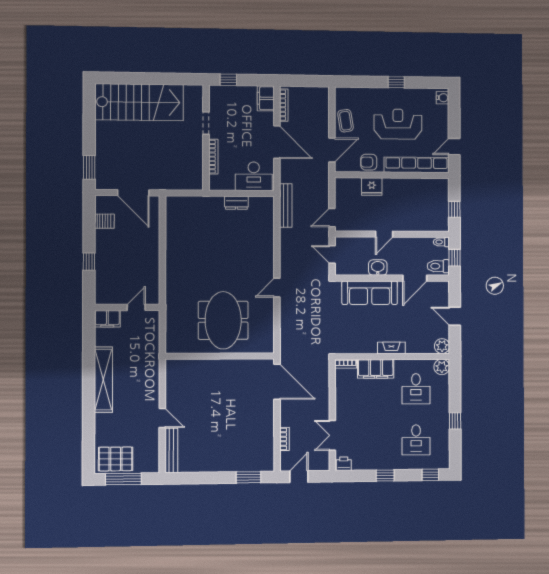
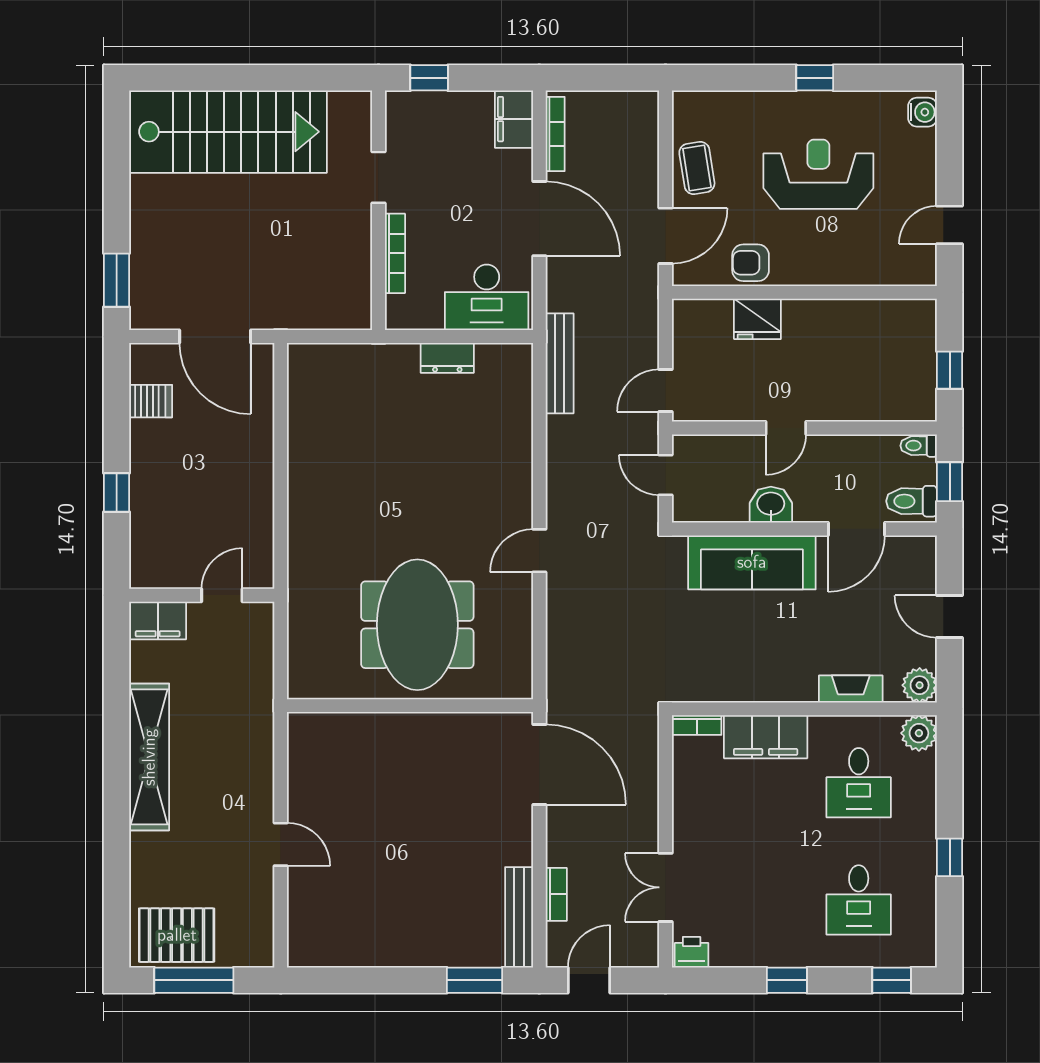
row of seats: (417, 165) -> (861, 268), removed
fireplace: (391, 348) -> (851, 689), moved
bench: (171, 450) -> (519, 917), moved

